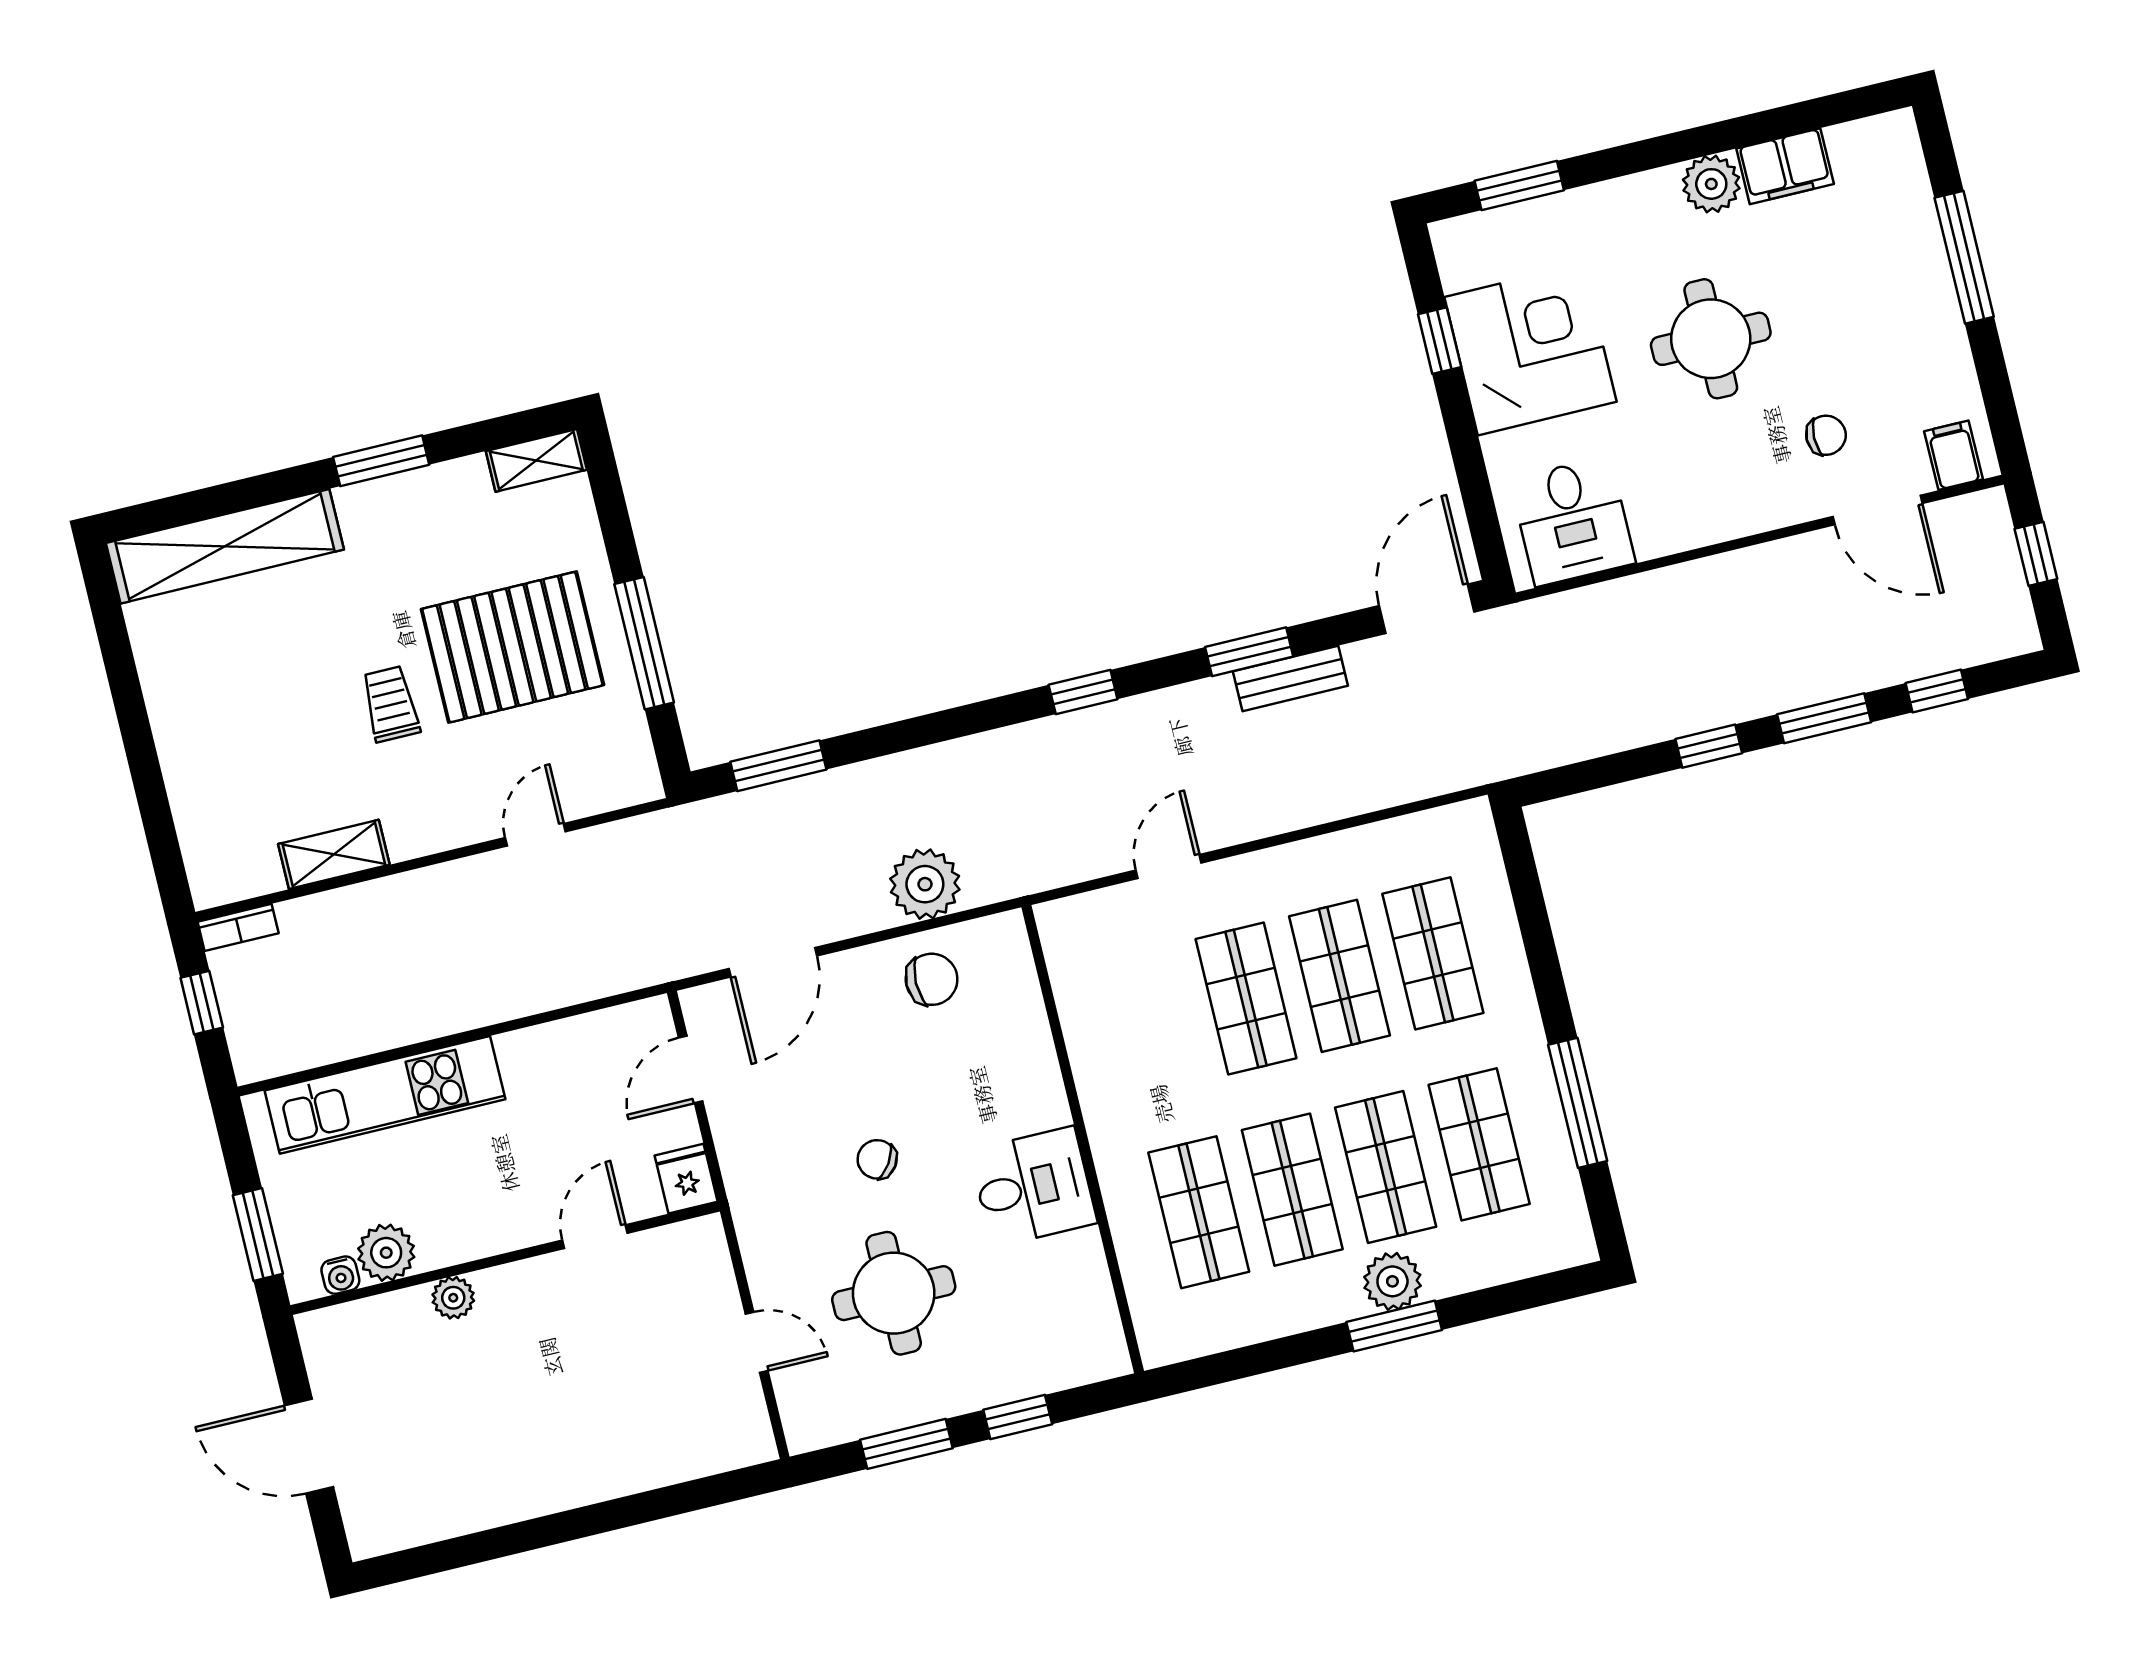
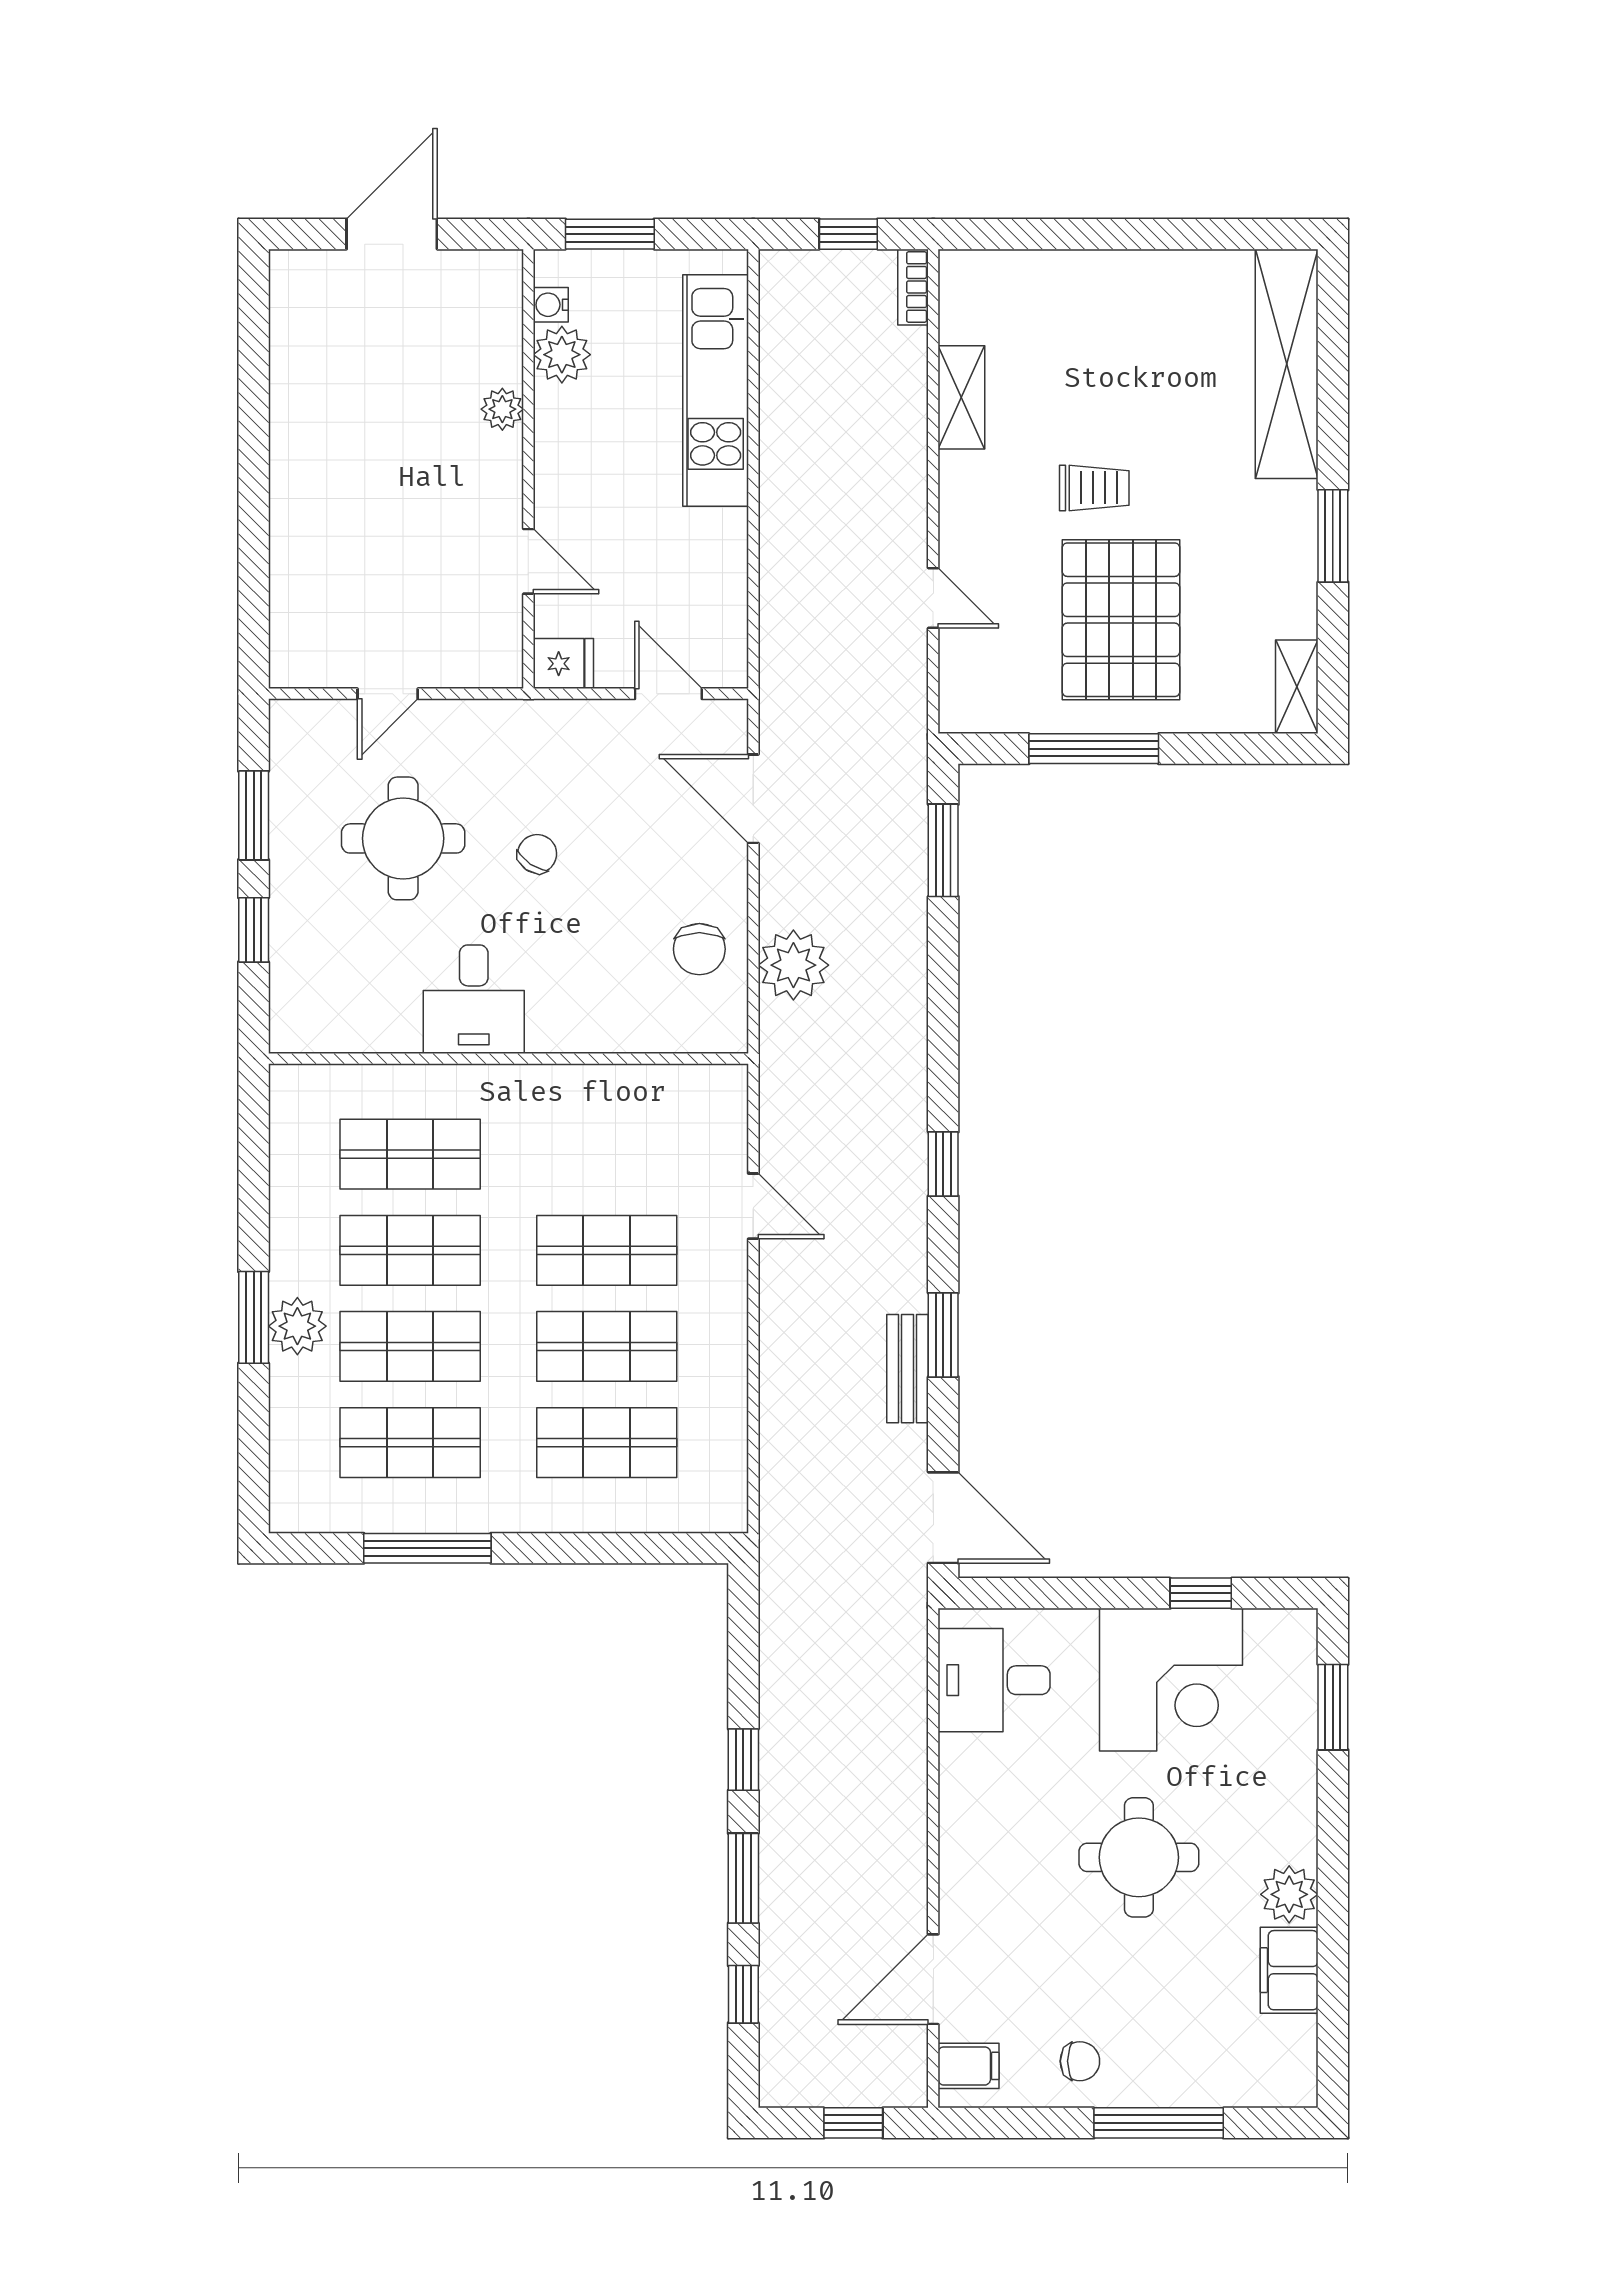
chair: (1826, 435) -> (1080, 2061), moved, turned -90

